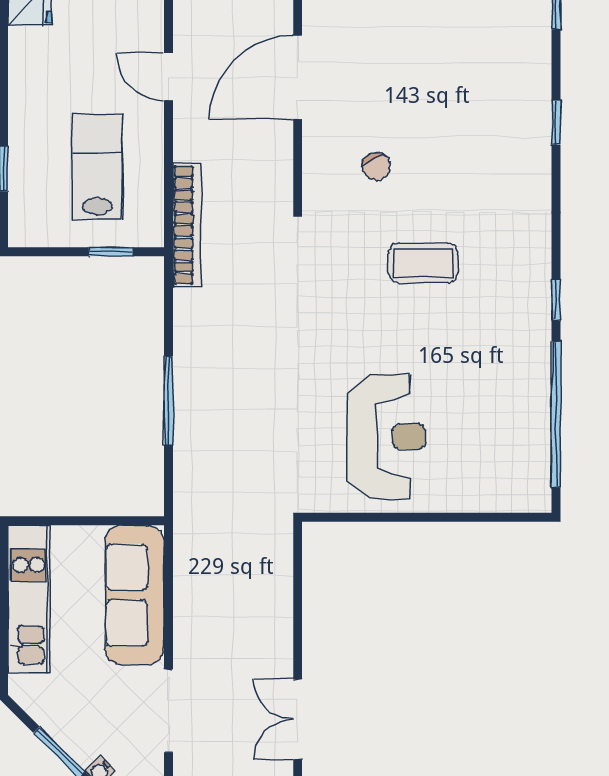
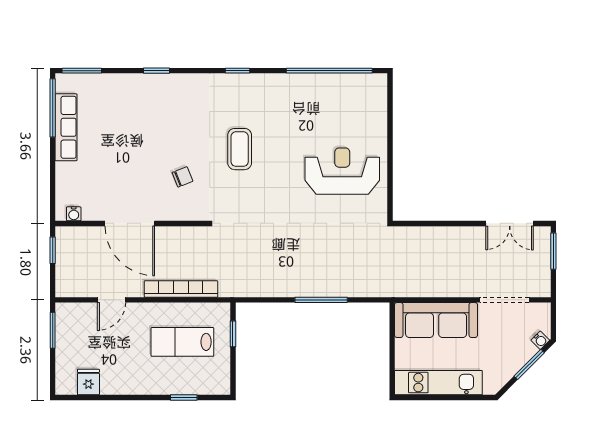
door: (169, 77) -> (111, 300), moved
bookcase: (187, 225) -> (181, 289), moved
window: (556, 300) -> (237, 71), moved

